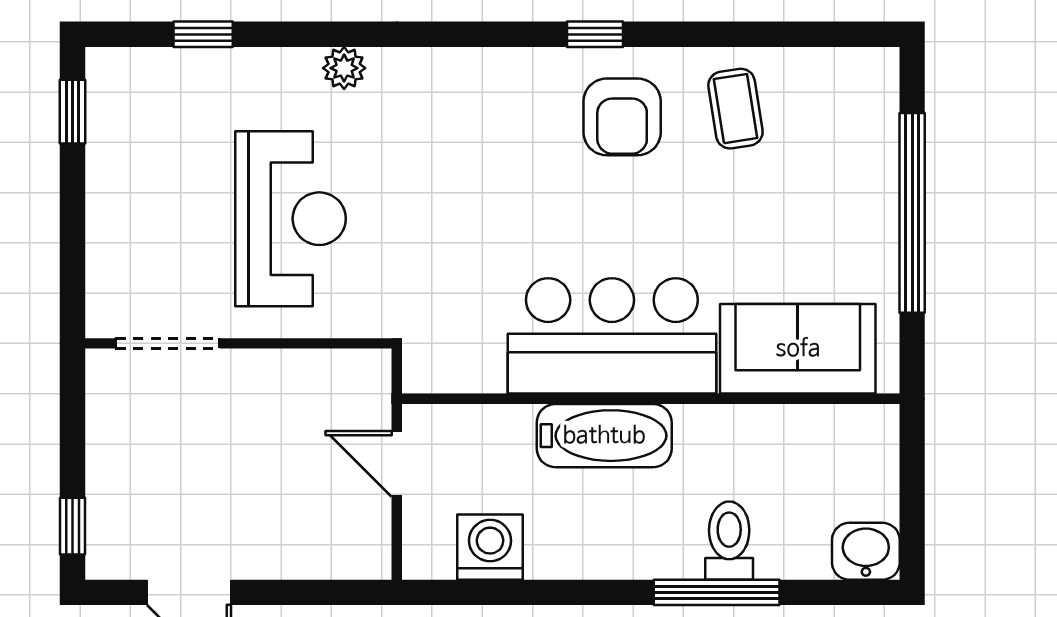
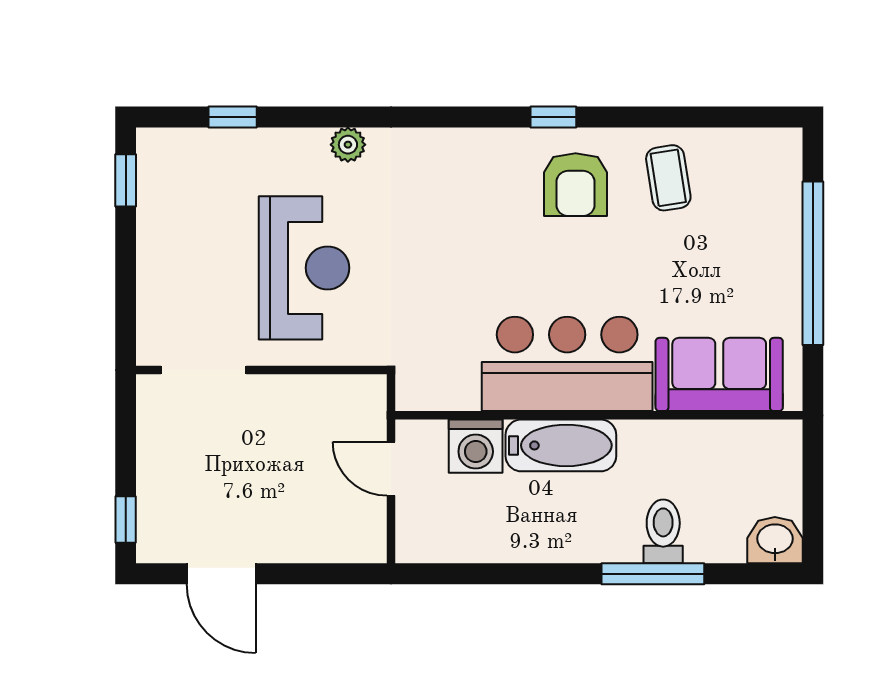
washing machine: (490, 547) -> (476, 446), moved, turned 180

